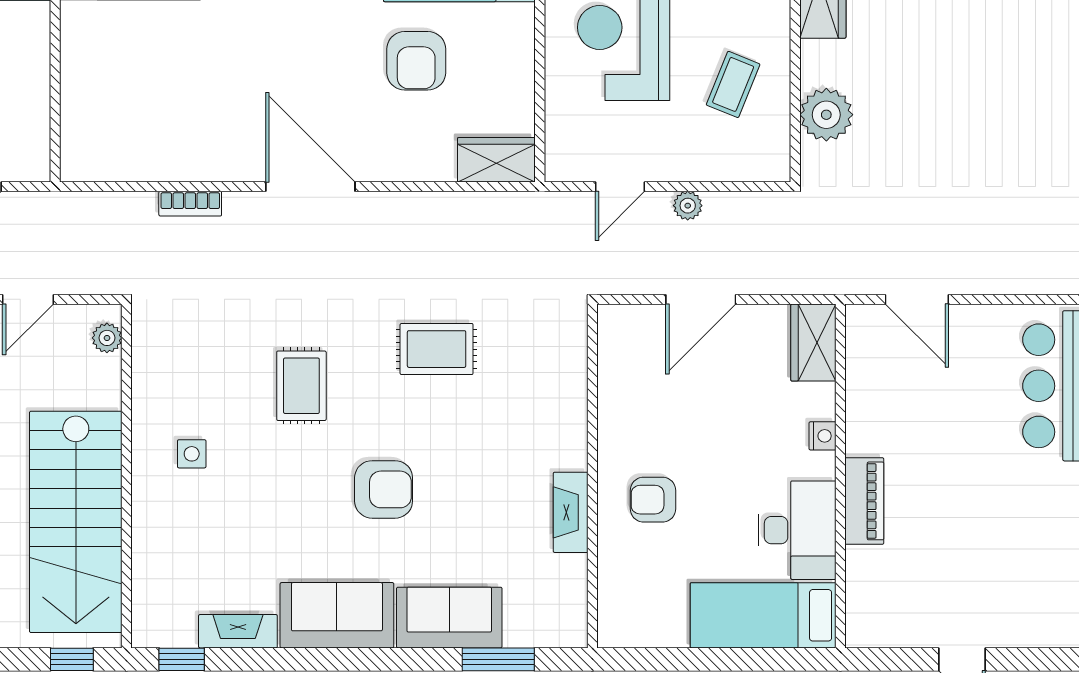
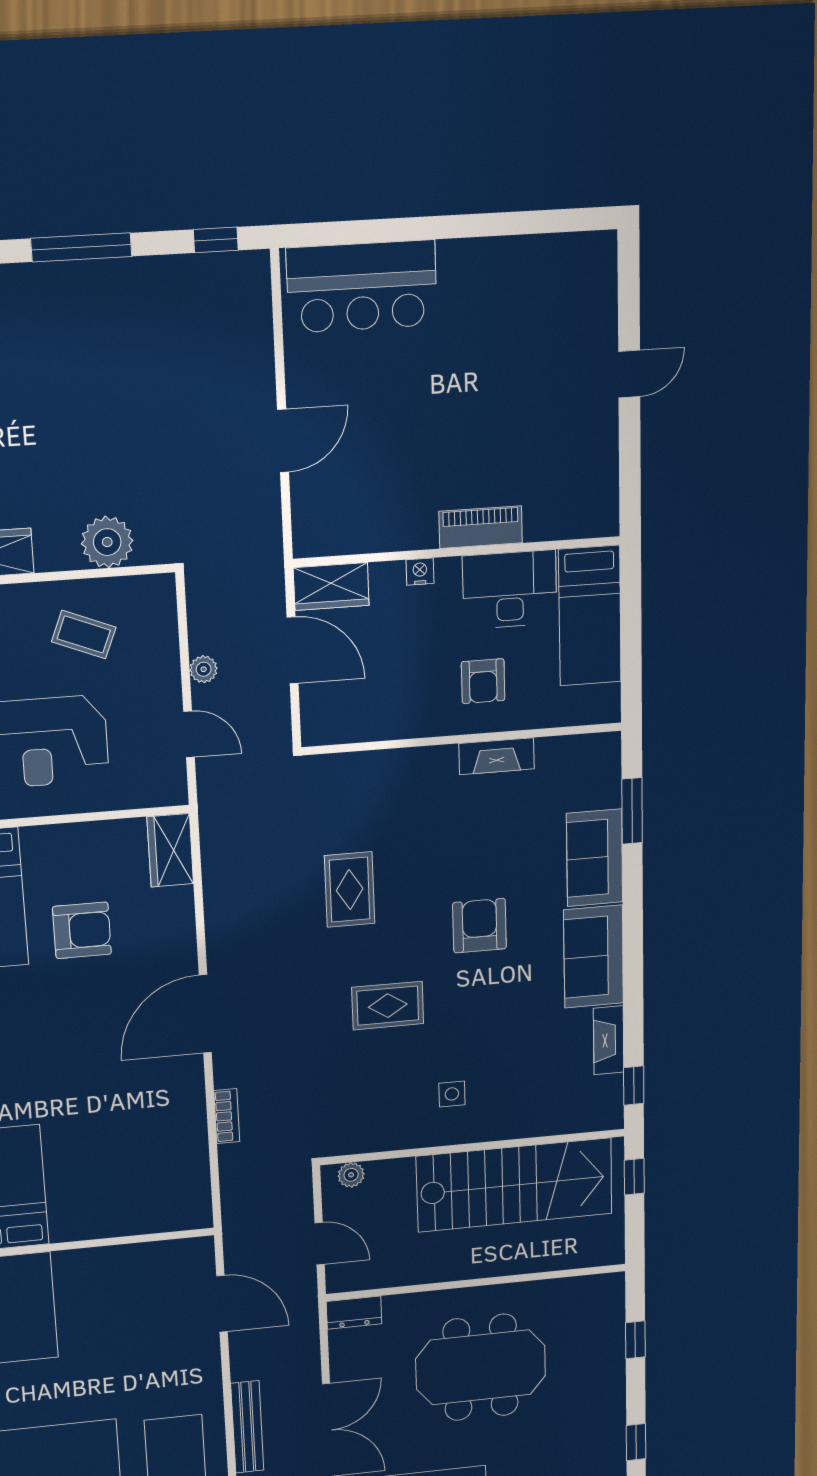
wardrobe: (813, 343) -> (331, 587), moved
nightstand: (822, 436) -> (420, 572), moved
wall: (840, 476) -> (457, 552), moved
piano: (864, 501) -> (481, 527), moved
desk: (797, 530) -> (510, 590), moved
bed: (763, 615) -> (590, 616), moved

